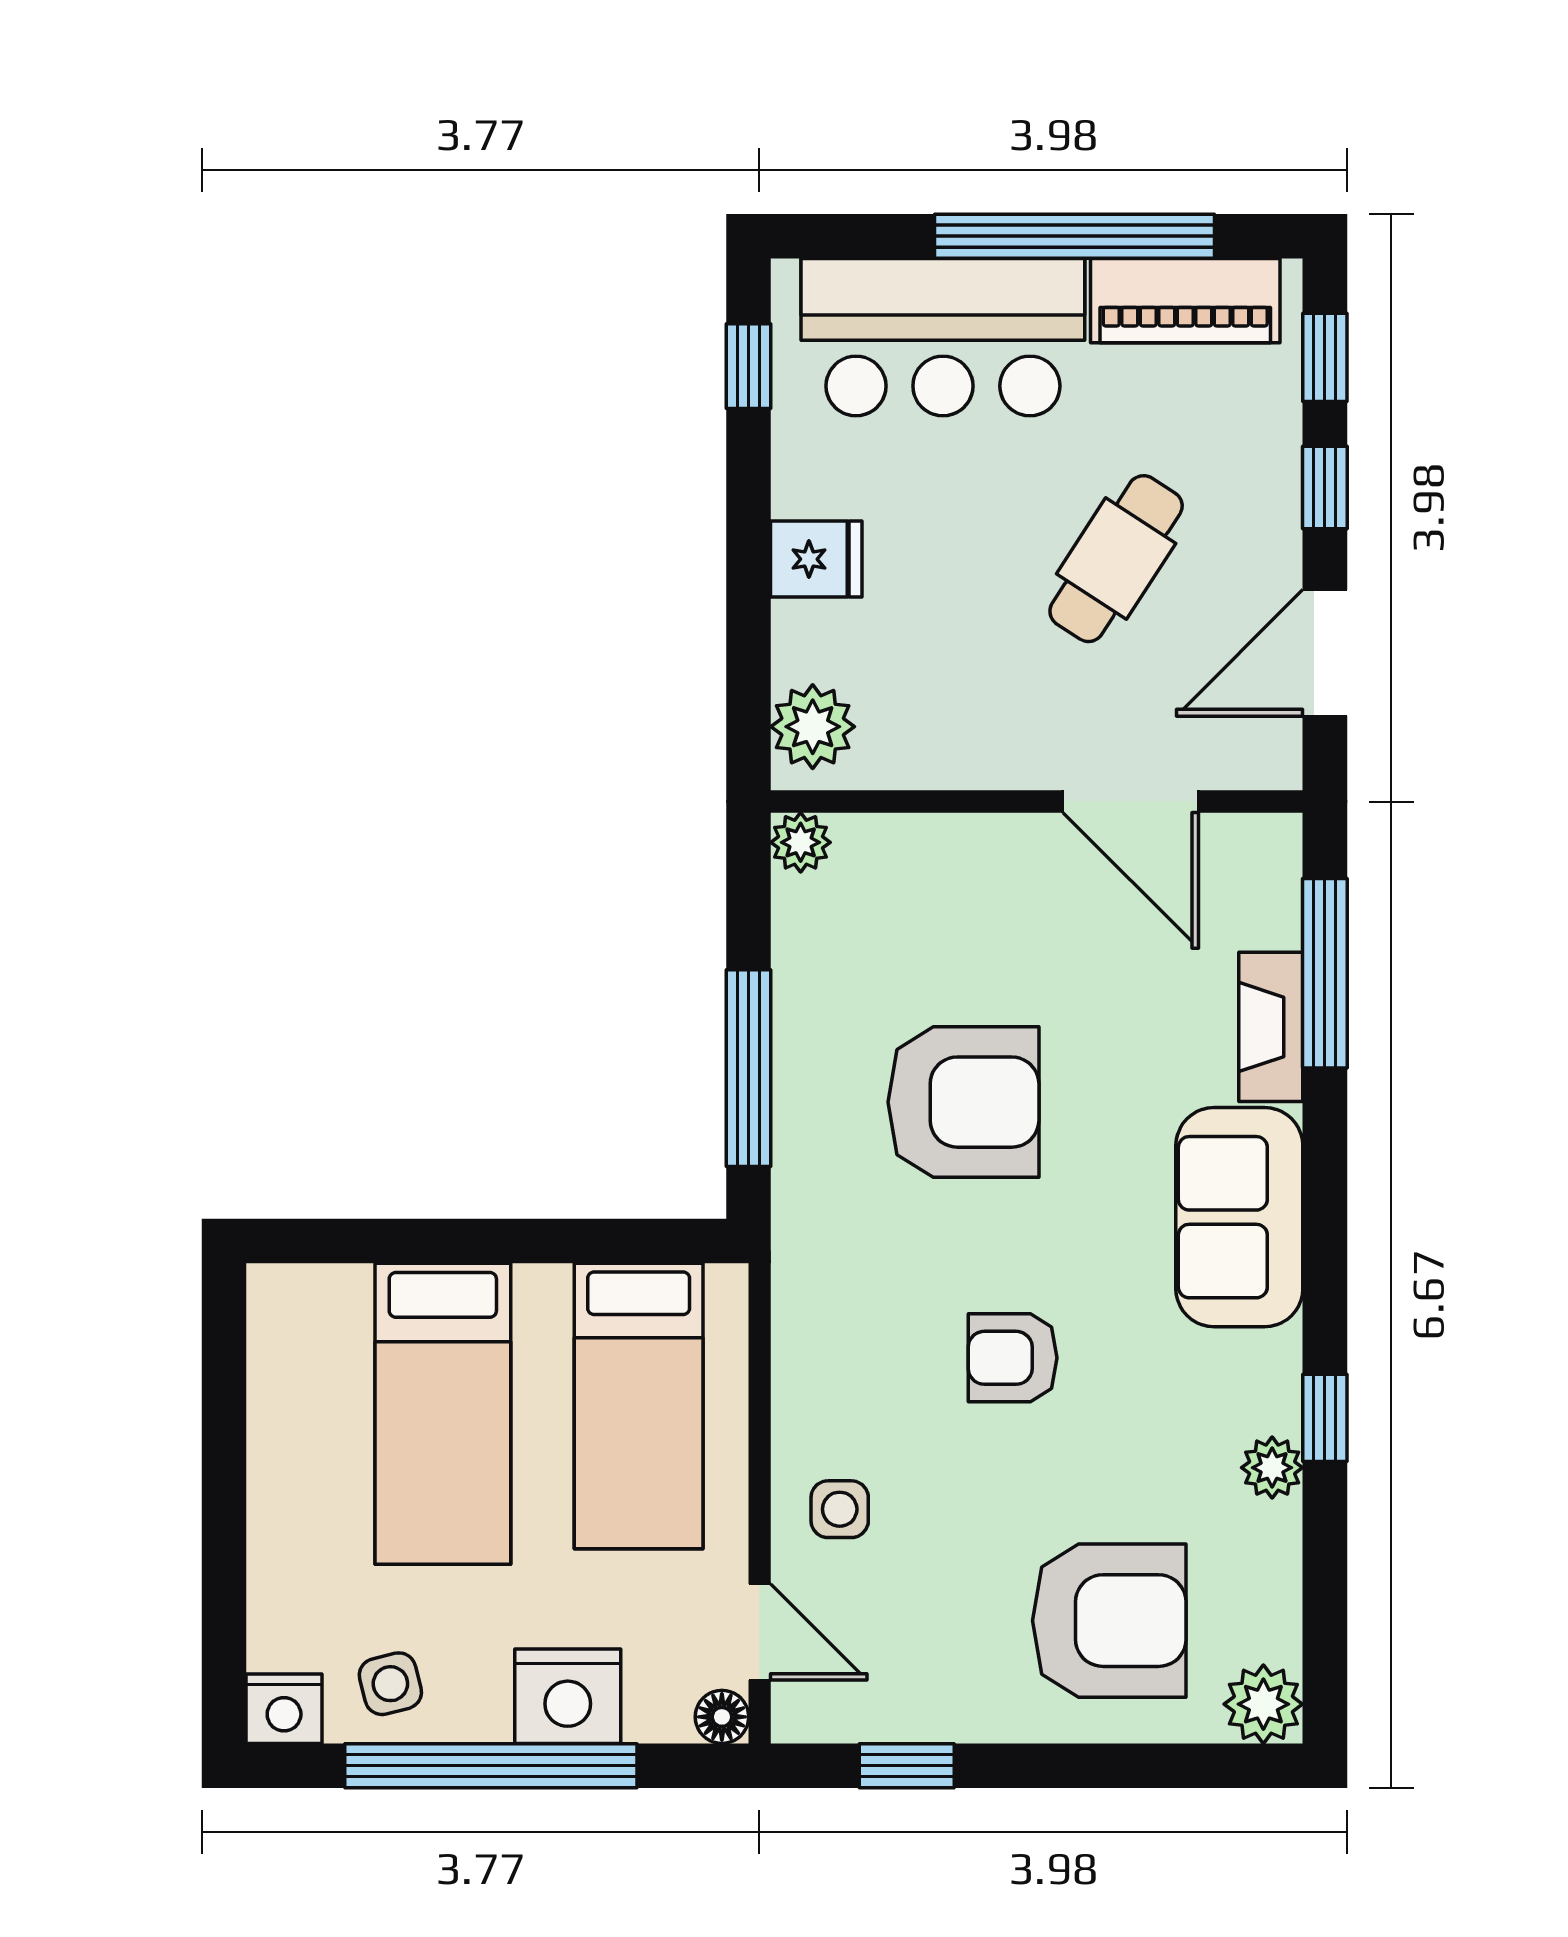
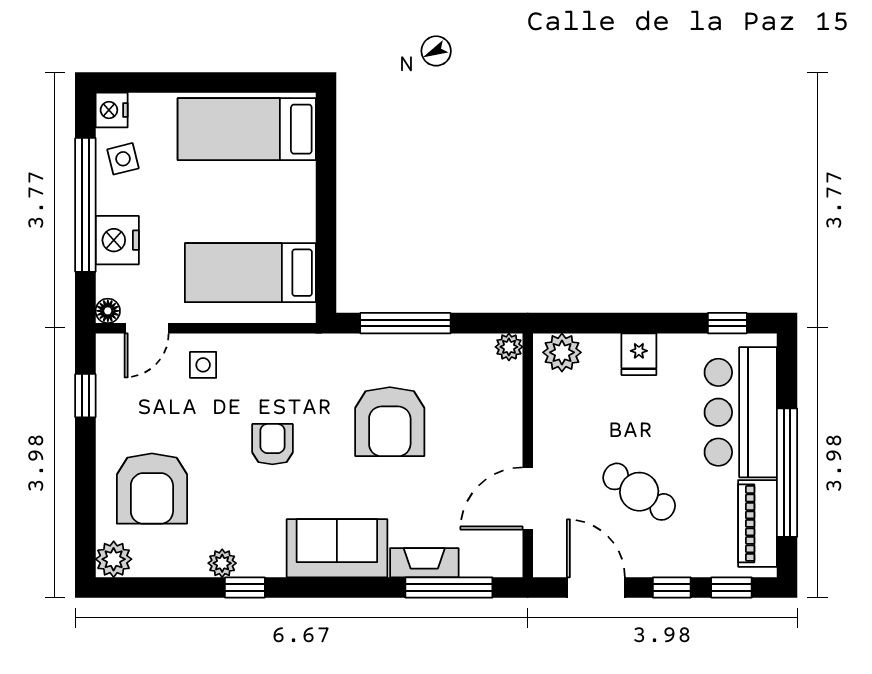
bed: (443, 1414) -> (247, 129), moved

